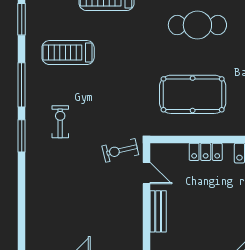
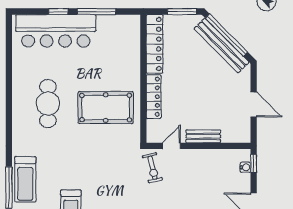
pool table: (193, 94) -> (106, 108), turned 90
locker: (206, 152) -> (154, 97), width x1.53

